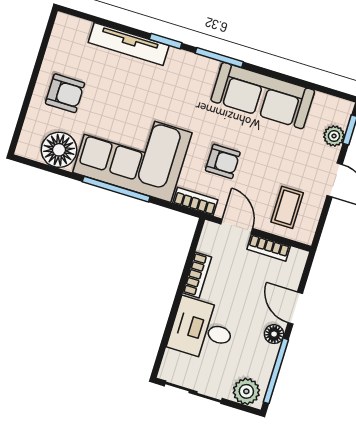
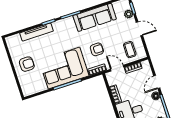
floor lamp: (59, 150) -> (38, 85), removed
door: (295, 308) -> (157, 82), hinge flipped

